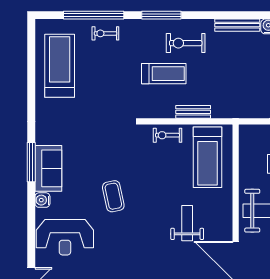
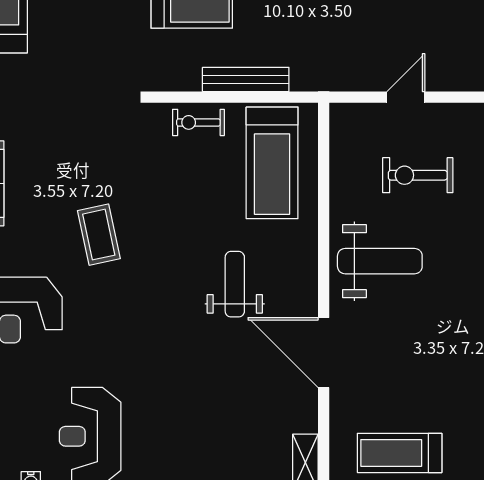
bench: (193, 112) -> (246, 79), width x1.36

